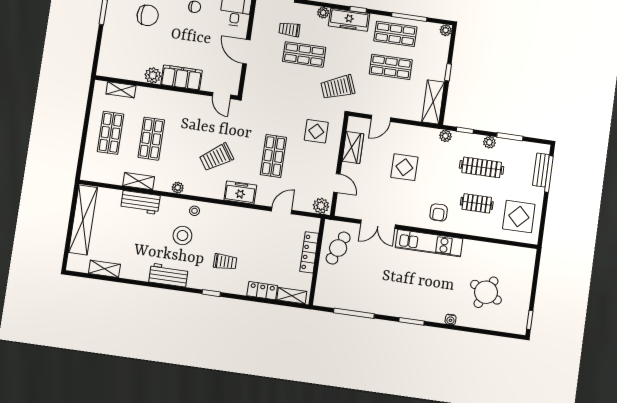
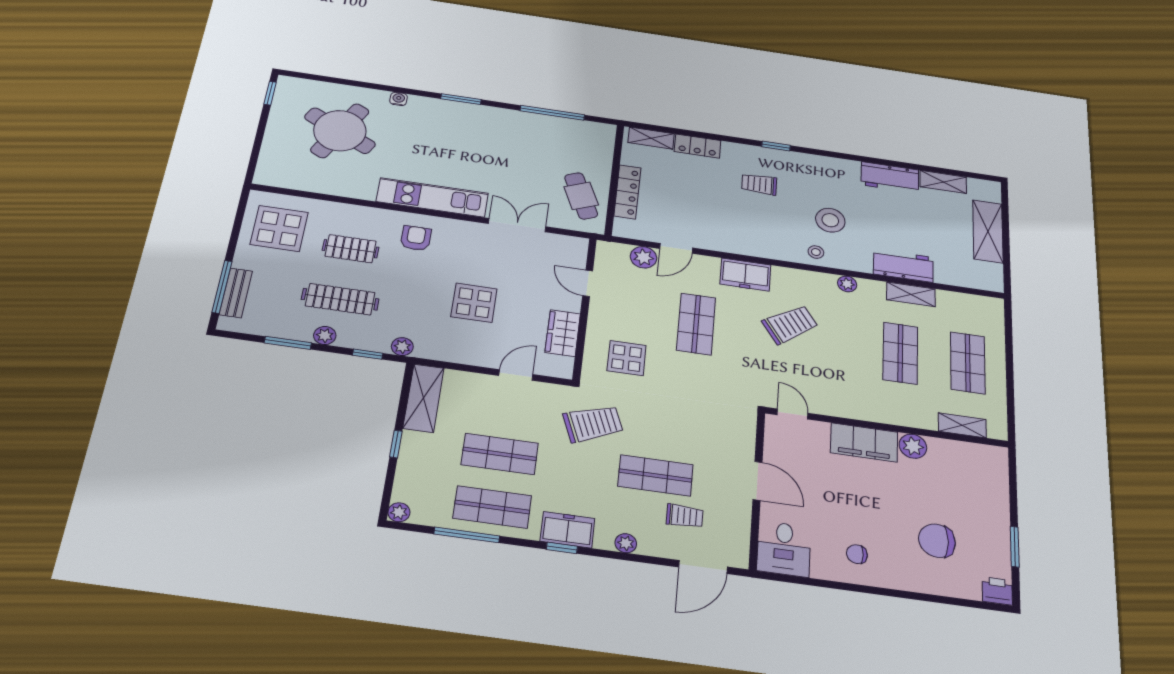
freezer: (349, 20) -> (568, 530), width x0.71
plant: (321, 206) -> (644, 257), moved
shelving: (83, 220) -> (988, 231), width x0.68
cafe table: (338, 248) -> (581, 196), turned -45
workbench: (168, 275) -> (890, 177), moved
round table: (486, 292) -> (340, 131), width x1.36, depth x1.36

